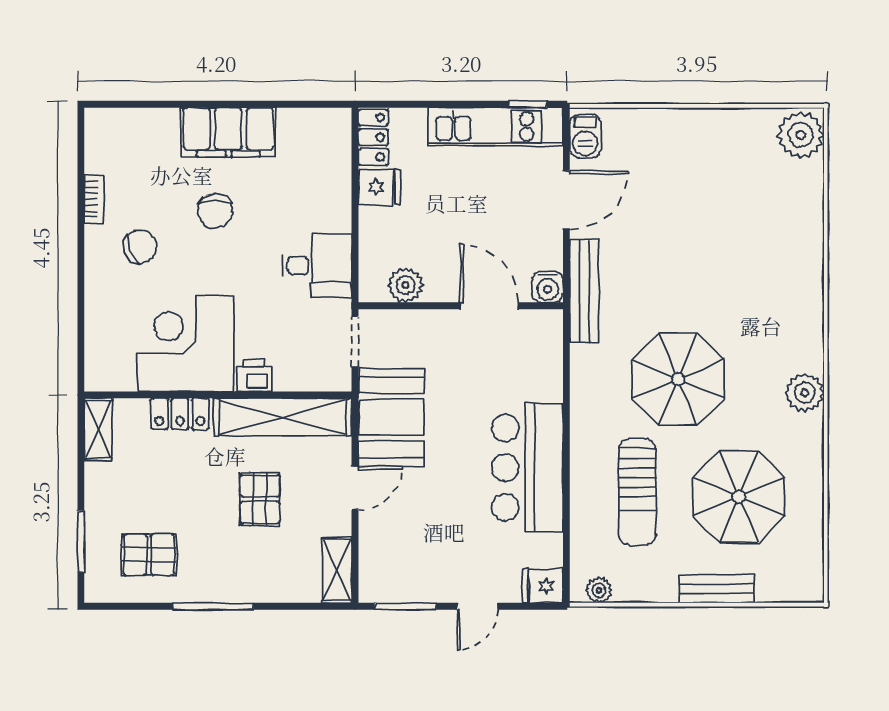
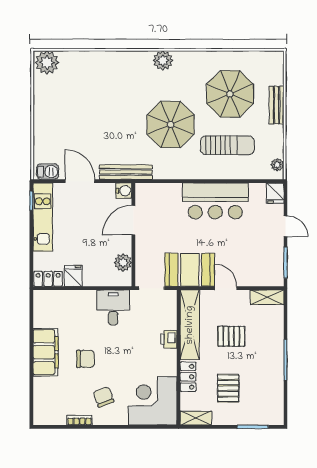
corner desk: (186, 344) -> (153, 401), moved, turned 90
plant: (805, 393) -> (163, 60), moved
pallet: (149, 555) -> (228, 388), moved

